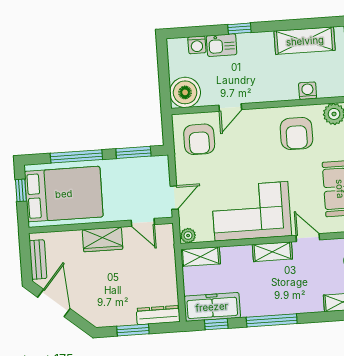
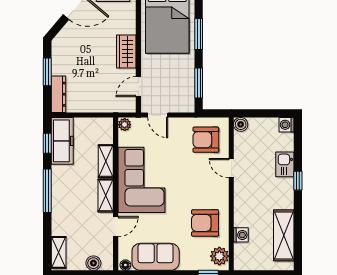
washing machine: (197, 45) -> (287, 125), moved
boiler: (185, 92) -> (241, 124), width x0.54, depth x0.54
window: (76, 156) -> (199, 34), width x0.69
shelving: (201, 257) -> (106, 161), moved

